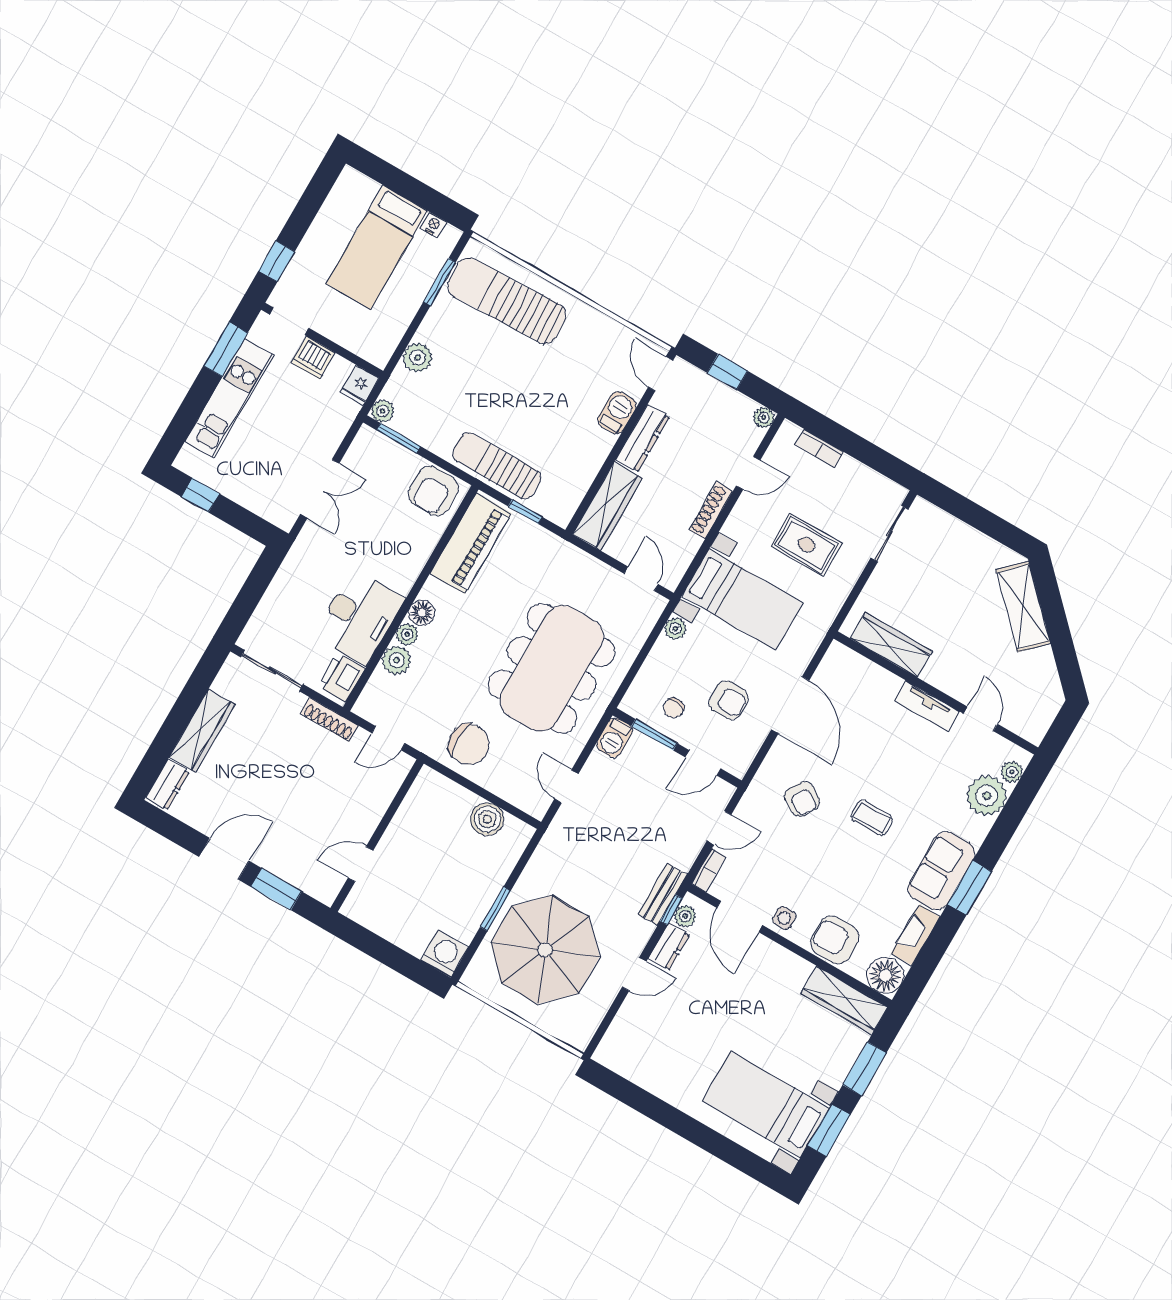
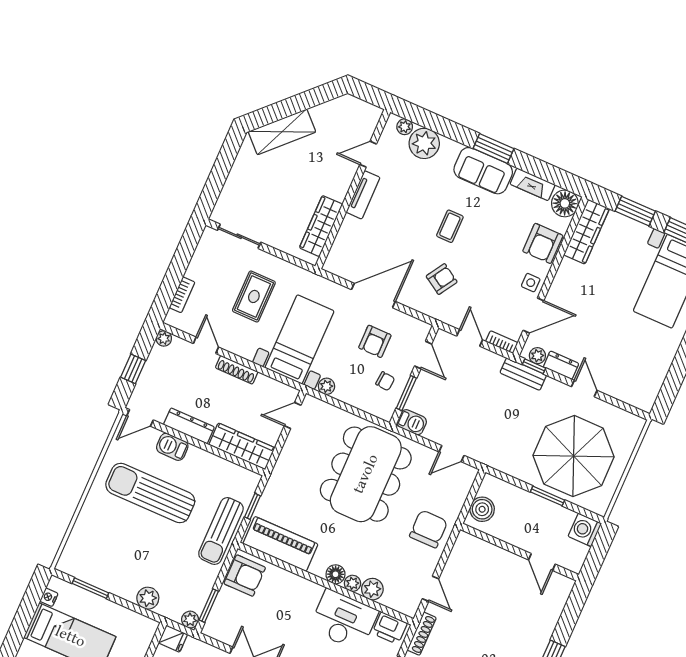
sun lounger: (507, 301) -> (150, 493), moved, turned 92
dining table: (552, 668) -> (366, 474), turned 90
armchair: (728, 700) -> (375, 341), turned 180
wall: (377, 836) -> (520, 552), moved
door: (361, 864) -> (542, 562), moved

